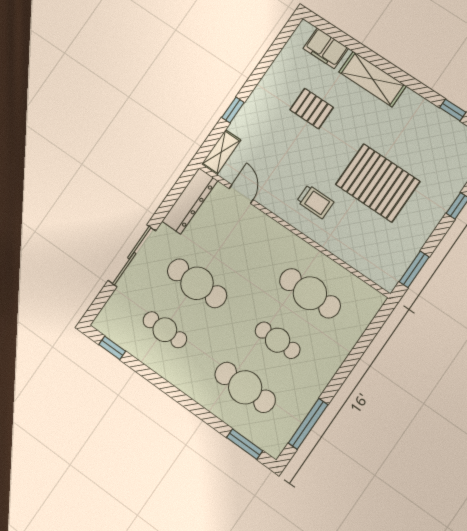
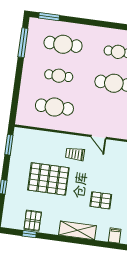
filing cabinet: (326, 48) -> (115, 236), width x0.50
pallet: (437, 129) -> (33, 221), added
door: (241, 194) -> (99, 137), moved

